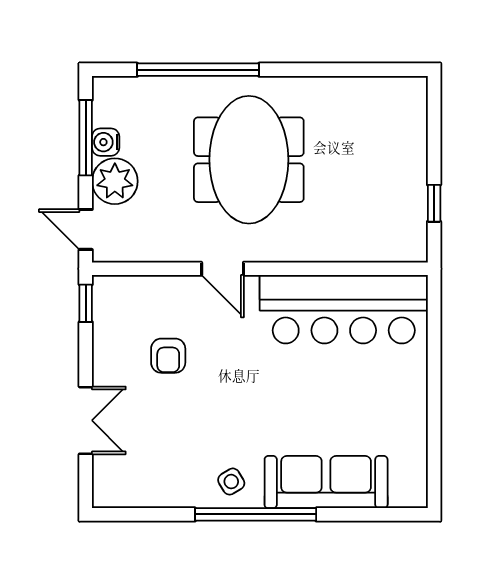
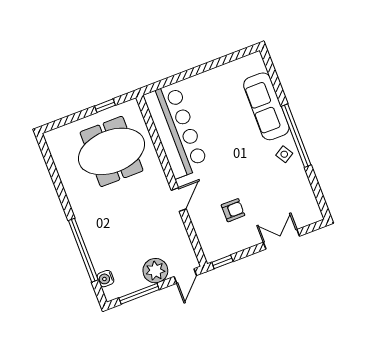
water cooler: (106, 142) -> (106, 279), moved, turned 90
meeting table: (249, 160) -> (111, 151), moved

